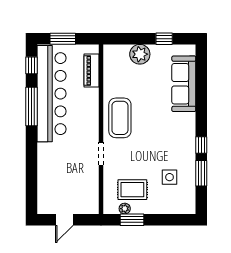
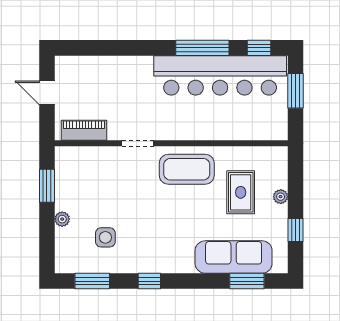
plant: (140, 54) -> (281, 197), width x0.53, depth x0.53
piano: (91, 71) -> (84, 130), moved
window: (201, 74) -> (247, 281), added
window: (201, 173) -> (92, 281), moved
rug: (132, 190) -> (241, 192), moved
plant: (125, 209) -> (62, 219), moved

